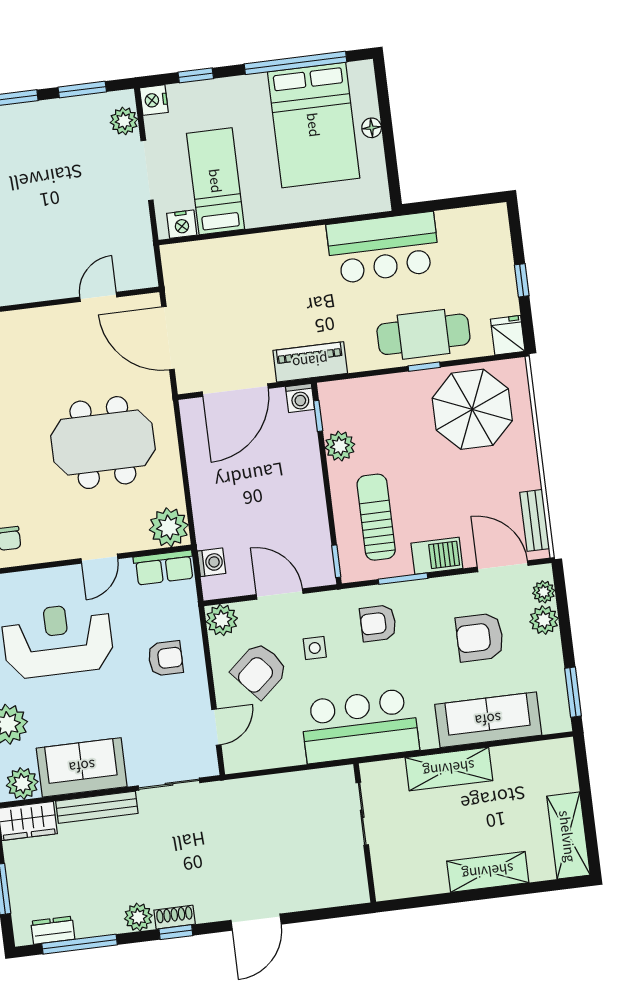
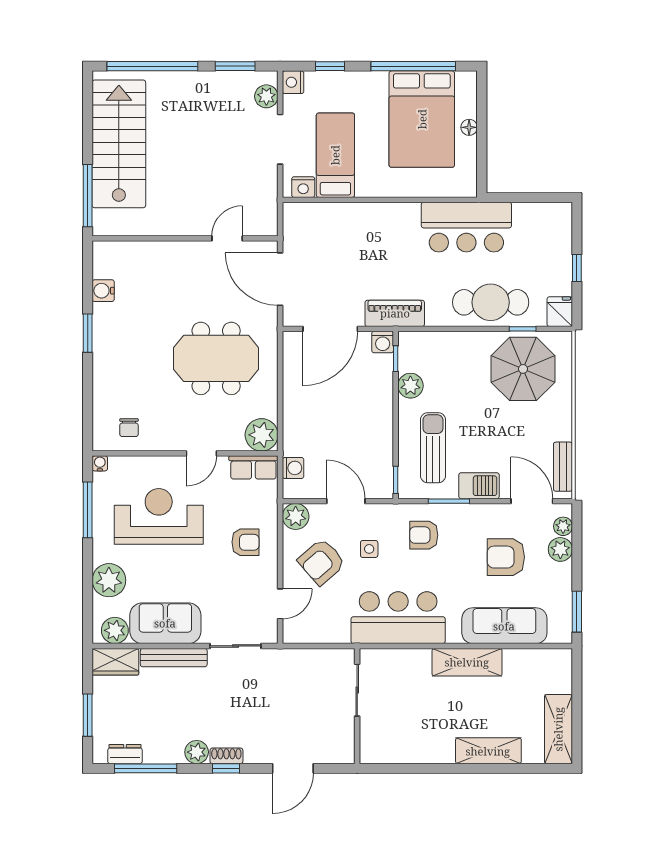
window: (424, 367) -> (523, 329), moved
sliding door: (362, 814) -> (357, 690), moved
wall: (365, 833) -> (357, 706), moved

